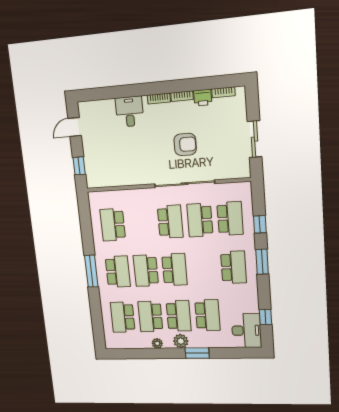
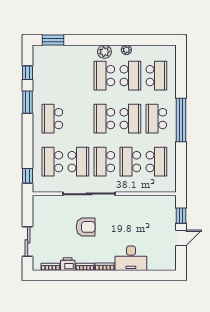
desk: (130, 112) -> (131, 258), width x1.37
door: (75, 127) -> (181, 238), moved
sliding door: (255, 139) -> (28, 241), moved
armchair: (185, 144) -> (86, 227), turned 180
window: (260, 224) -> (28, 176), moved
window: (262, 262) -> (28, 102), moved
window: (91, 271) -> (181, 120), width x1.46
school desk: (207, 315) -> (130, 162), moved
desk: (246, 331) -> (45, 61), removed
window: (197, 353) -> (53, 40), moved

